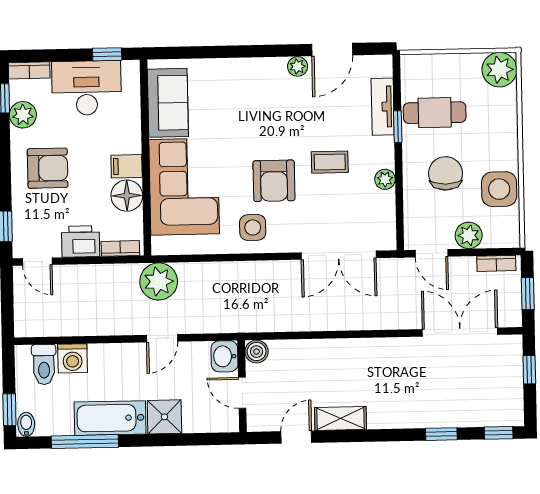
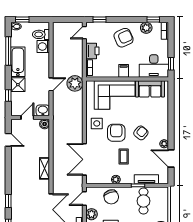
desk: (87, 88) -> (154, 66), moved, turned 90
armchair: (273, 122) -> (141, 133), added
armchair: (48, 168) -> (124, 38), turned -114
chair: (446, 173) -> (111, 197), moved, turned 72
armchair: (274, 181) -> (116, 133), turned 90
floor lamp: (127, 196) -> (111, 71), removed
door: (162, 338) -> (51, 84), swing flipped
shelving: (341, 418) -> (45, 168), moved
window: (191, 439) -> (8, 95), added

